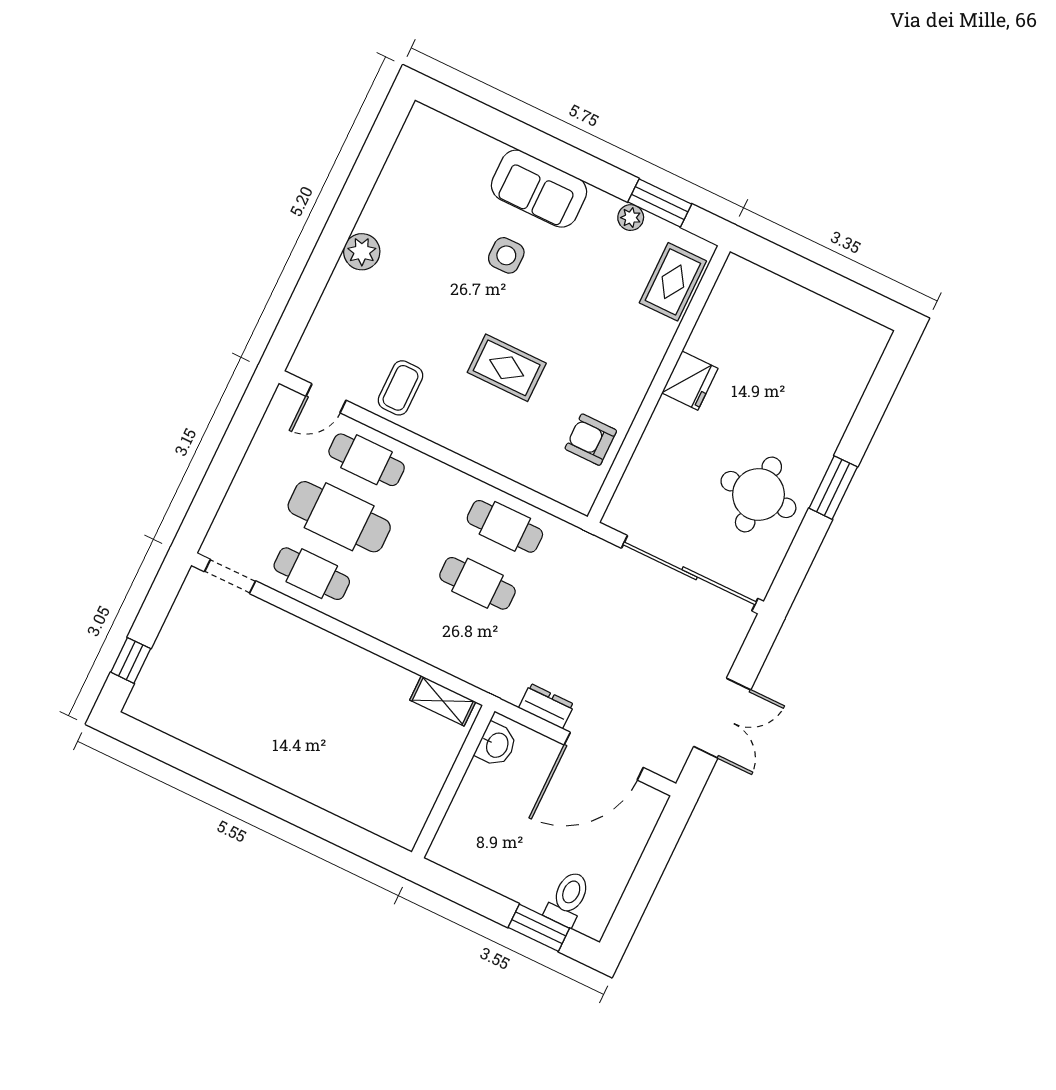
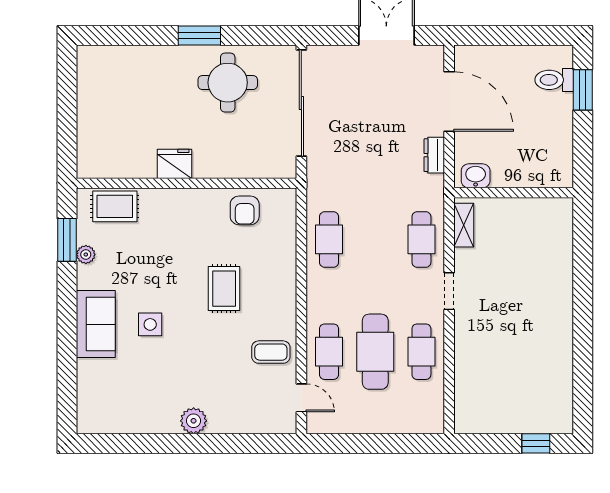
doorway: (230, 576) -> (449, 291), moved
cafe table: (477, 583) -> (421, 239), moved

